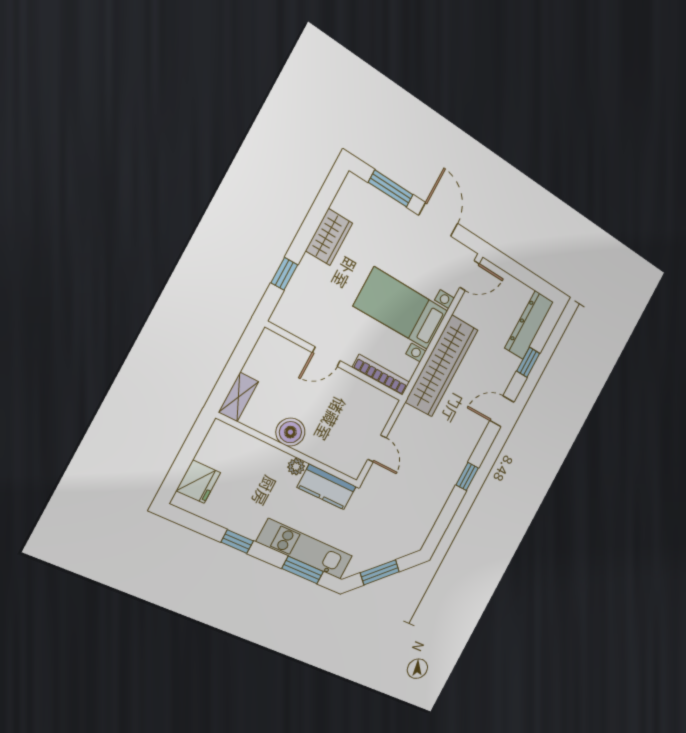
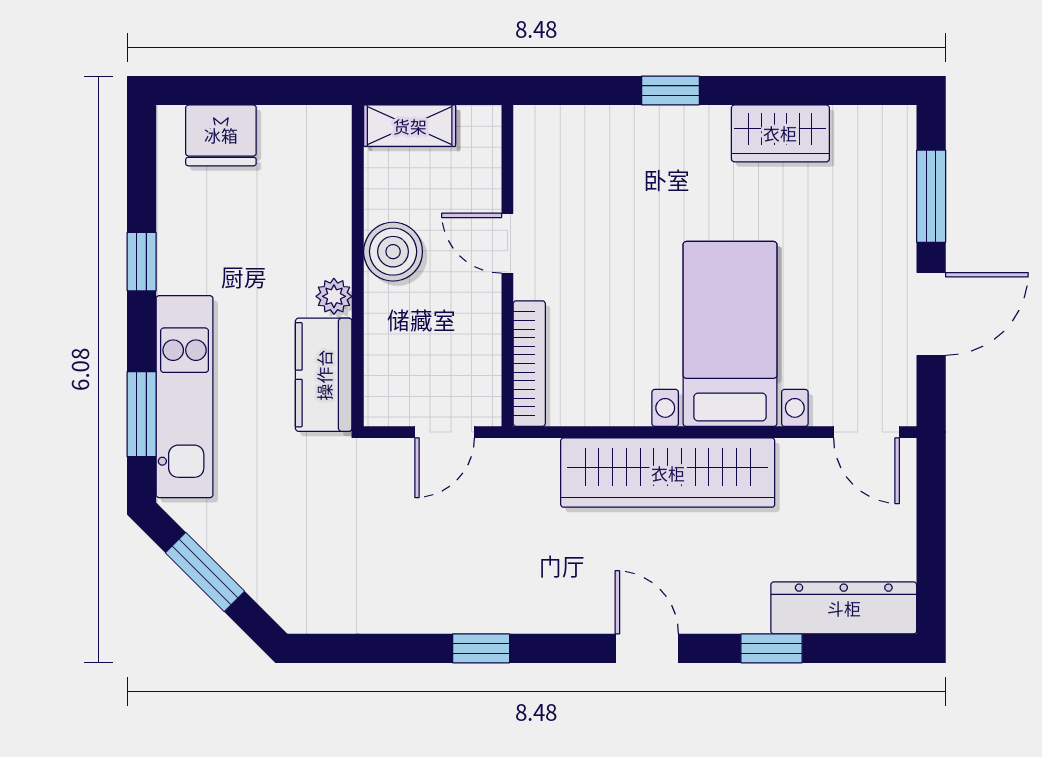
door: (326, 357) -> (507, 243), moved
wall: (336, 362) -> (507, 266), moved
bookcase: (381, 375) -> (529, 364), moved

